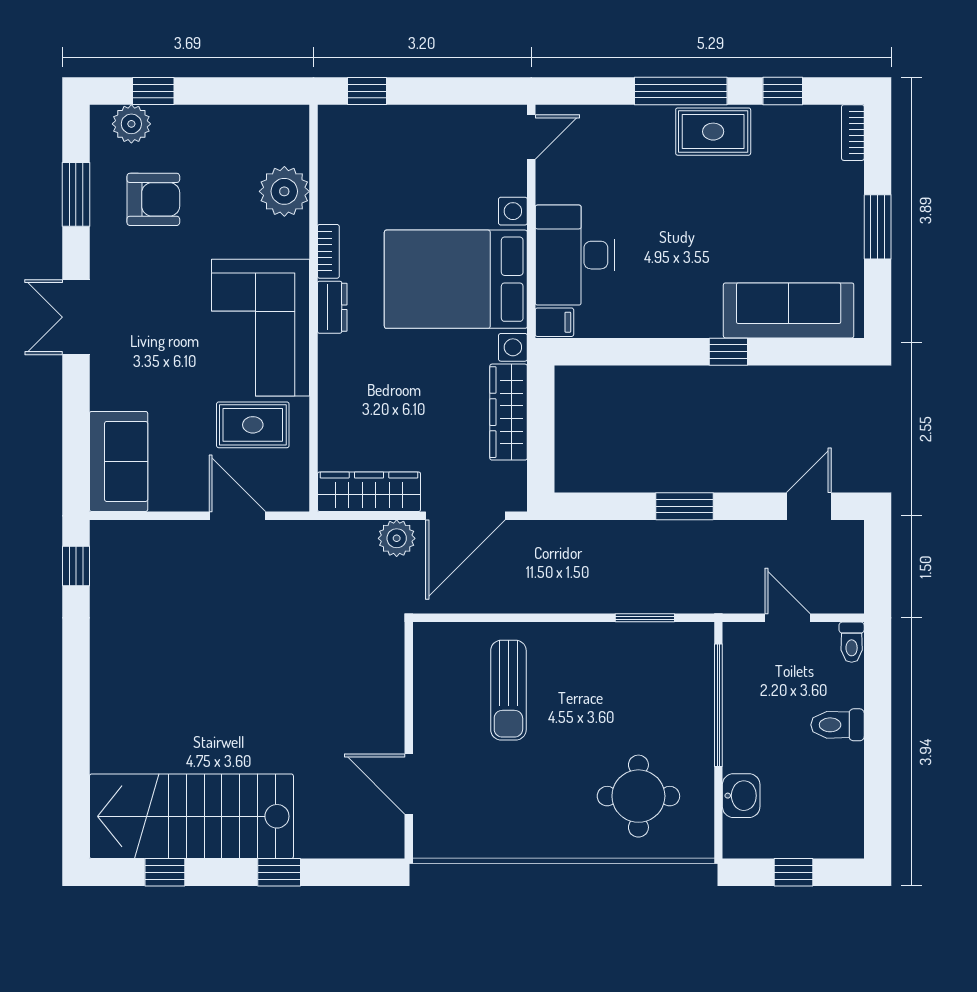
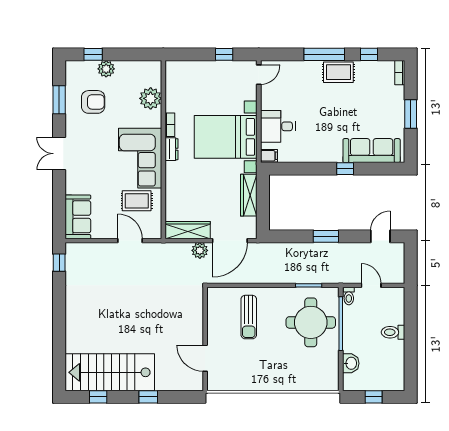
window: (367, 91) -> (224, 54), moved
plant: (131, 124) -> (106, 69), moved
desk: (575, 255) -> (278, 126), width x0.73
toilet: (852, 642) -> (349, 296), moved
round table: (638, 796) -> (311, 322), moved, width x1.36, depth x1.36

